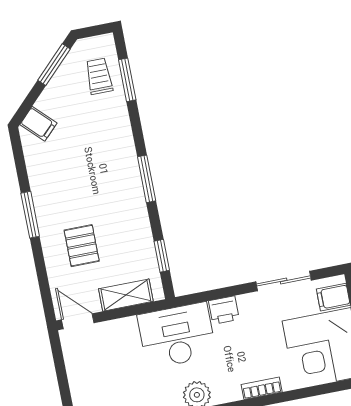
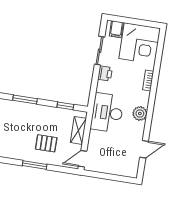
window: (30, 215) -> (35, 165), moved
printer: (224, 310) -> (105, 74), moved

